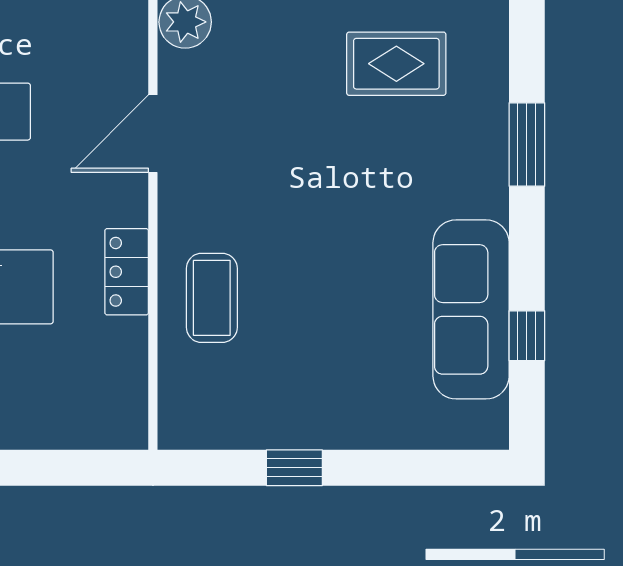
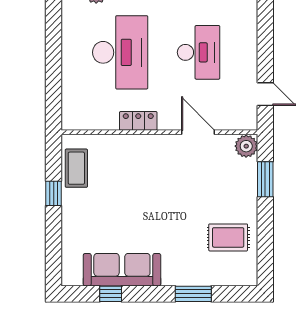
rug: (396, 64) -> (228, 237), turned 90
coffee table: (212, 298) -> (76, 168), moved, turned 90

